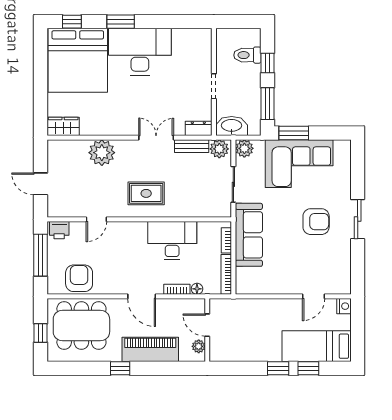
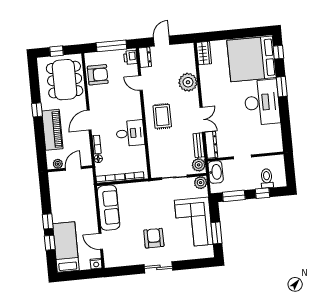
dresser: (198, 128) -> (211, 145), width x1.44
window: (294, 133) -> (216, 233), moved
dresser: (61, 210) -> (145, 57), added
armchair: (316, 222) -> (154, 238), turned 180
sofa: (249, 235) -> (109, 208), moved, turned -90
desk: (172, 241) -> (130, 133), width x0.73

